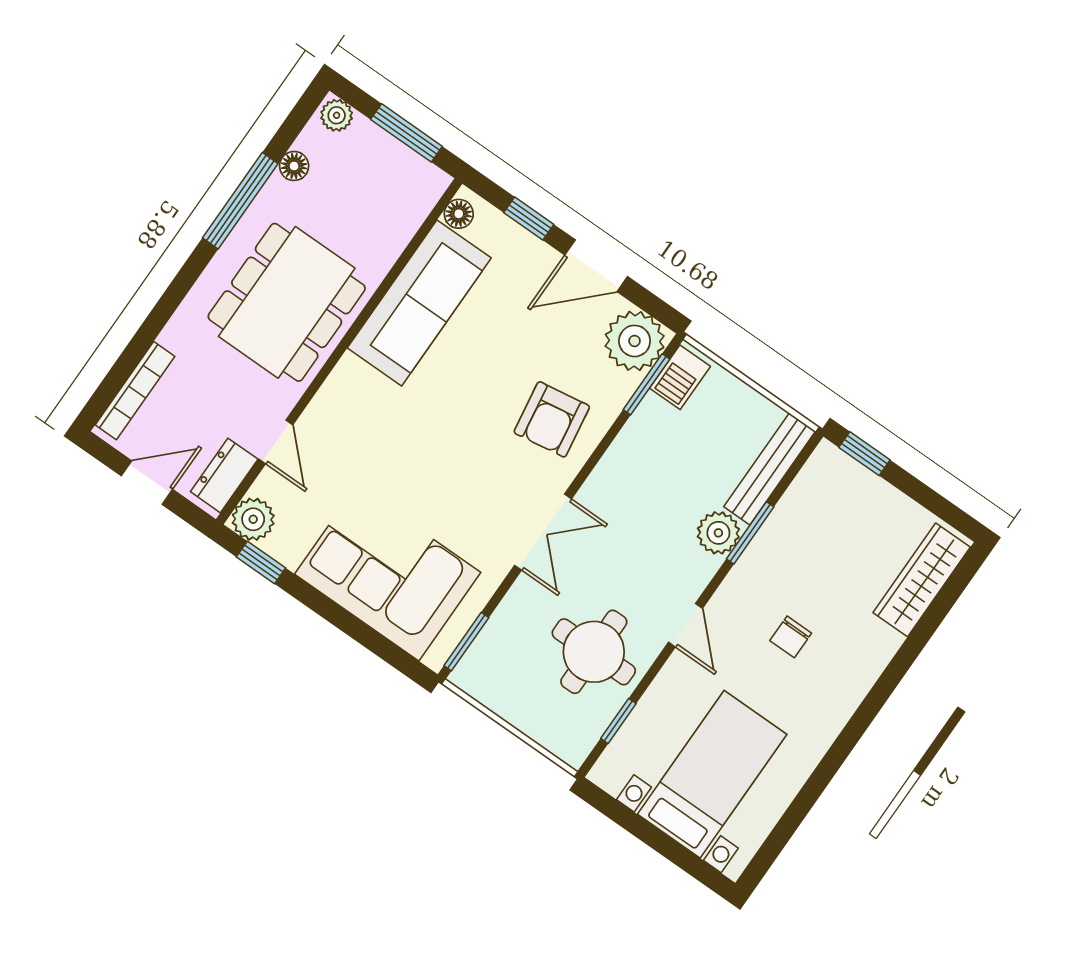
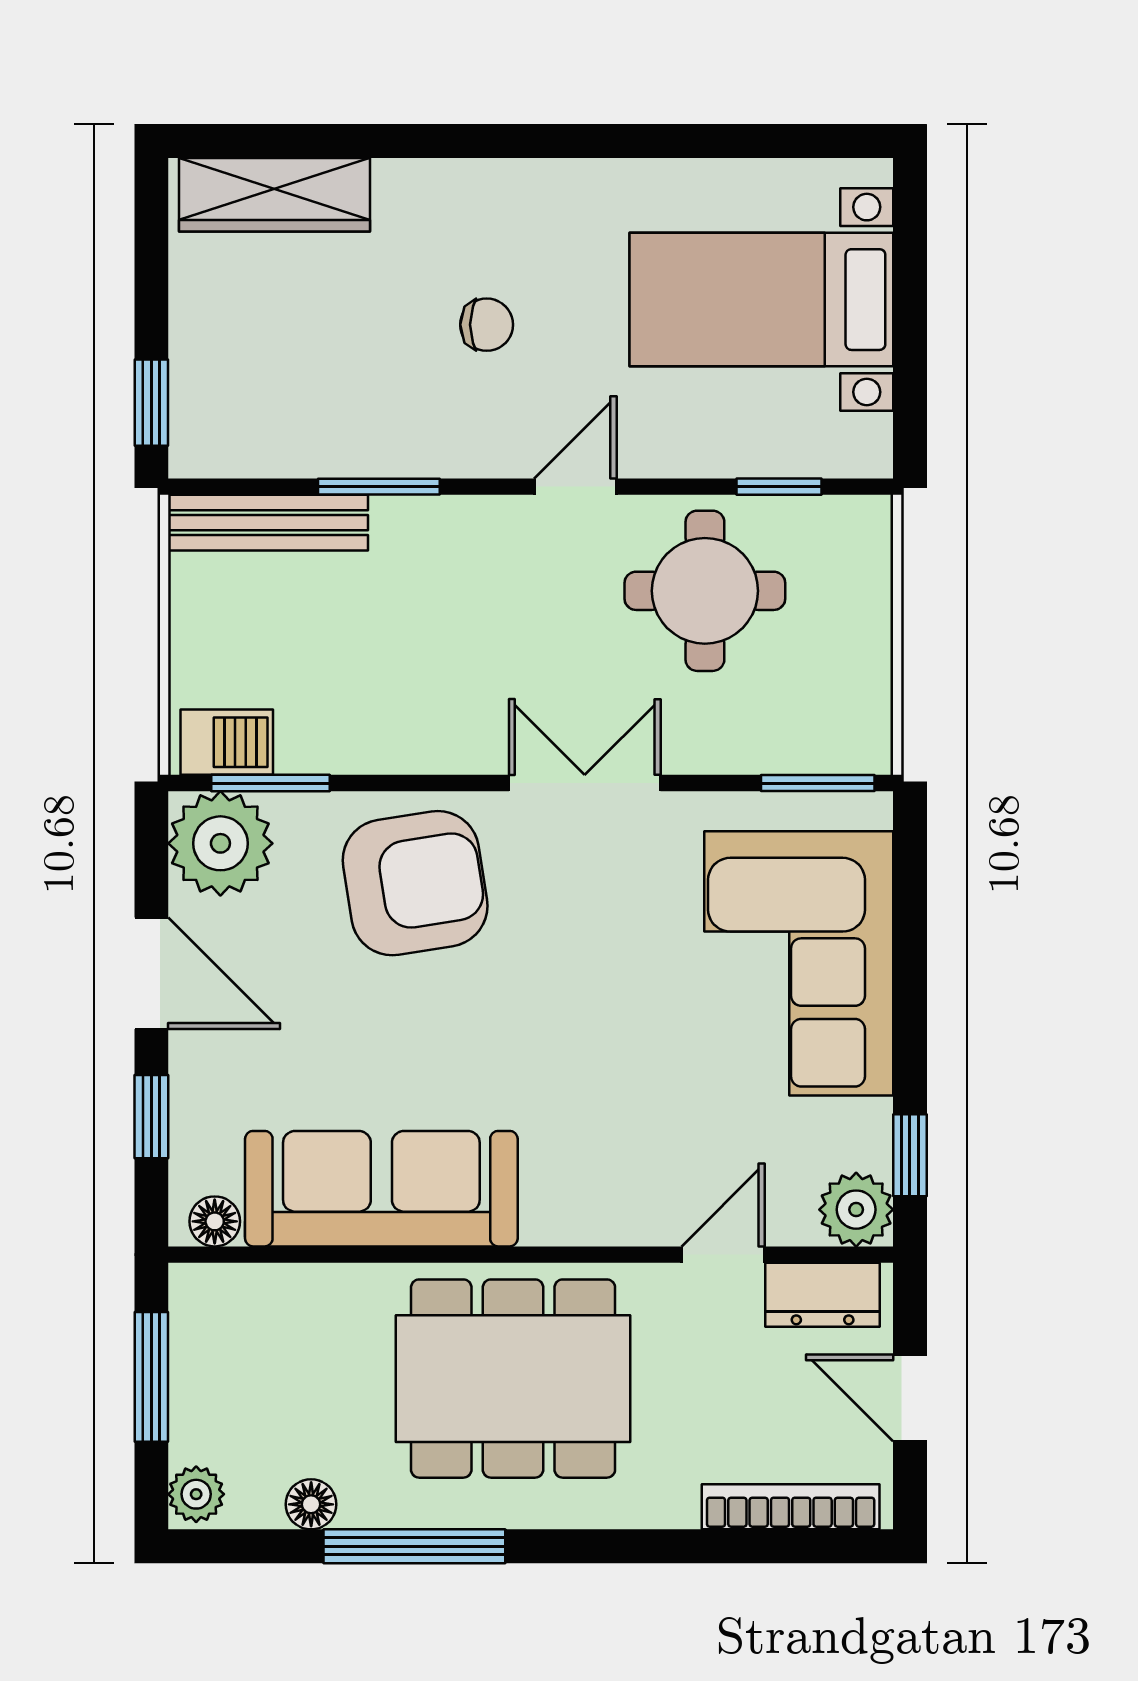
armchair: (552, 419) -> (415, 883), width x1.36, depth x1.36
plant: (718, 533) -> (411, 532), removed

